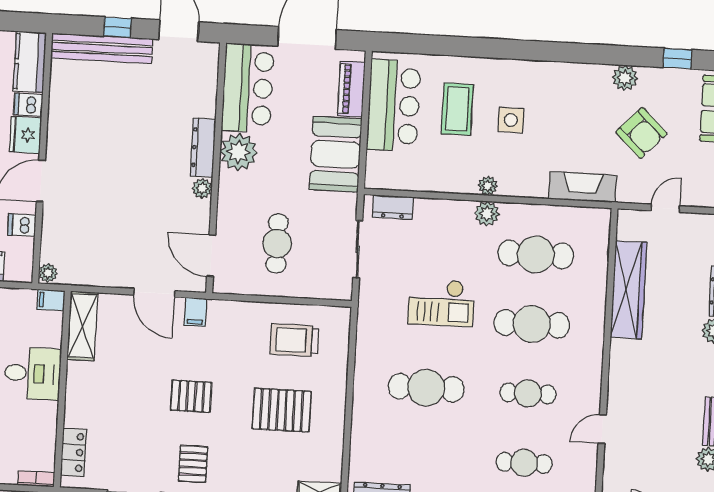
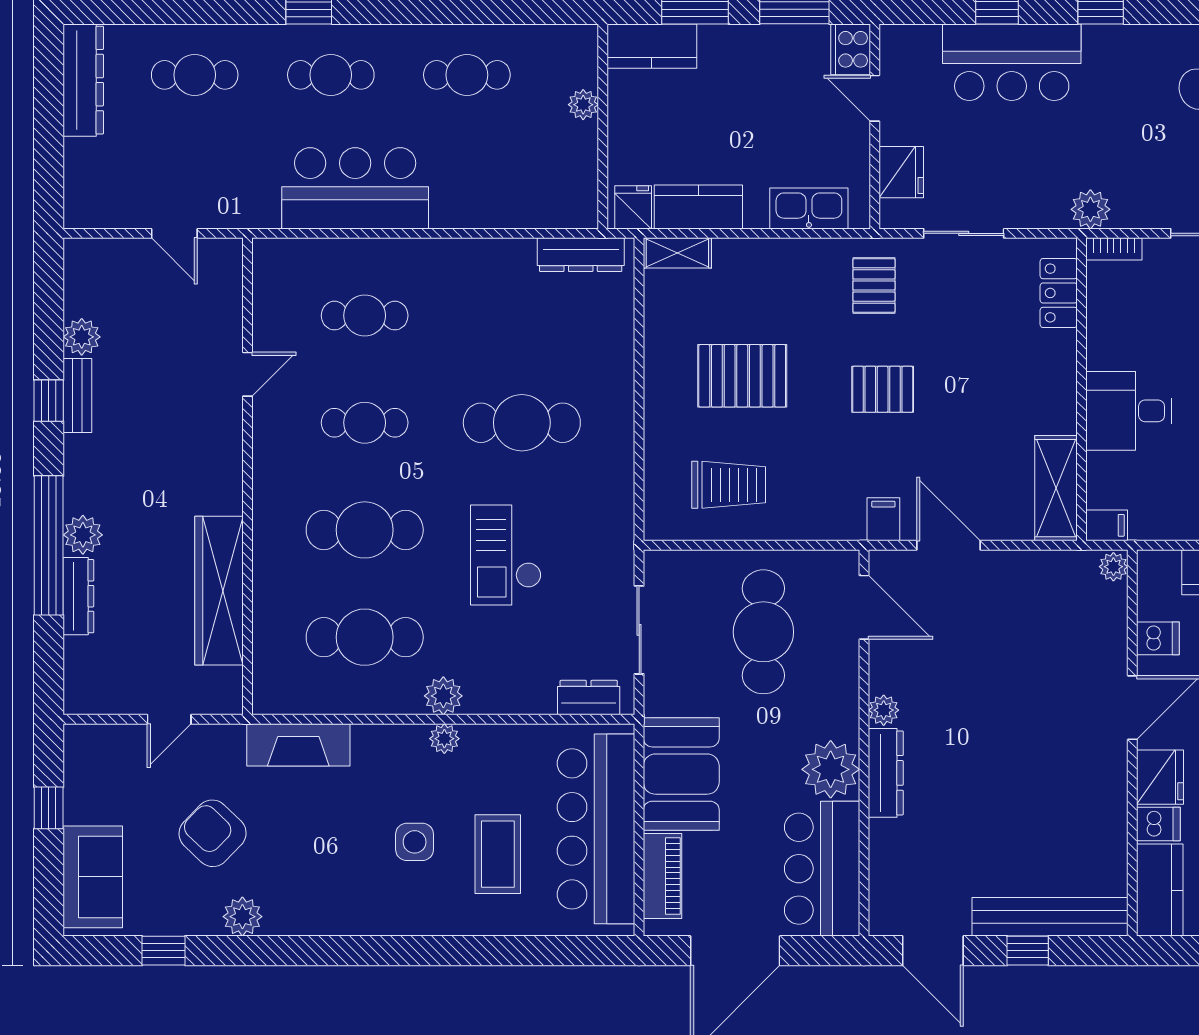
bar counter: (394, 105) -> (596, 829), width x1.36
cafe table: (277, 243) -> (763, 632), width x1.37, depth x1.35
checkout: (441, 303) -> (506, 555), turned -90

